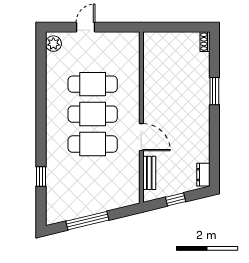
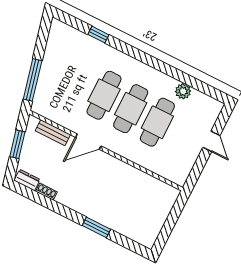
shoe rack: (205, 42) -> (46, 192), moved
plant: (53, 44) -> (183, 91), moved
window: (176, 199) -> (17, 144), width x1.50
window: (87, 221) -> (33, 80), moved

